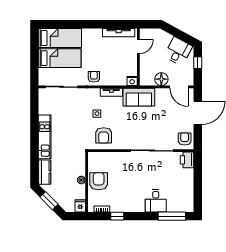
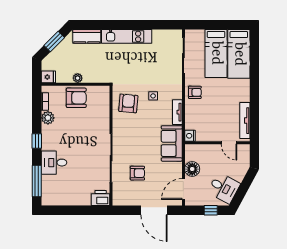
armchair: (104, 135) -> (128, 103), turned 95
armchair: (185, 139) -> (137, 173), moved
plant: (116, 206) -> (48, 118), added
window: (117, 216) -> (37, 141), moved

